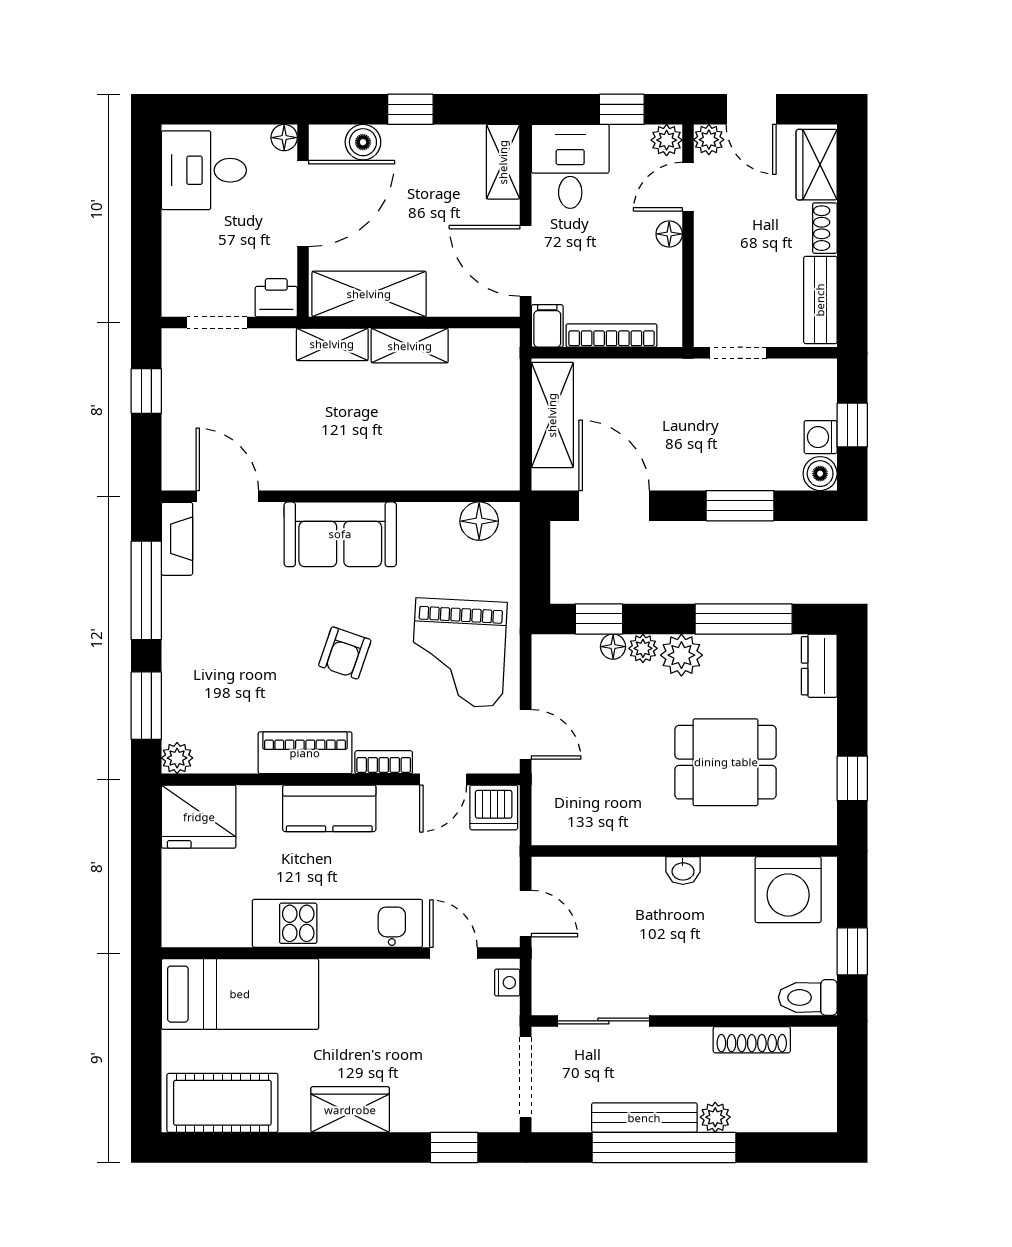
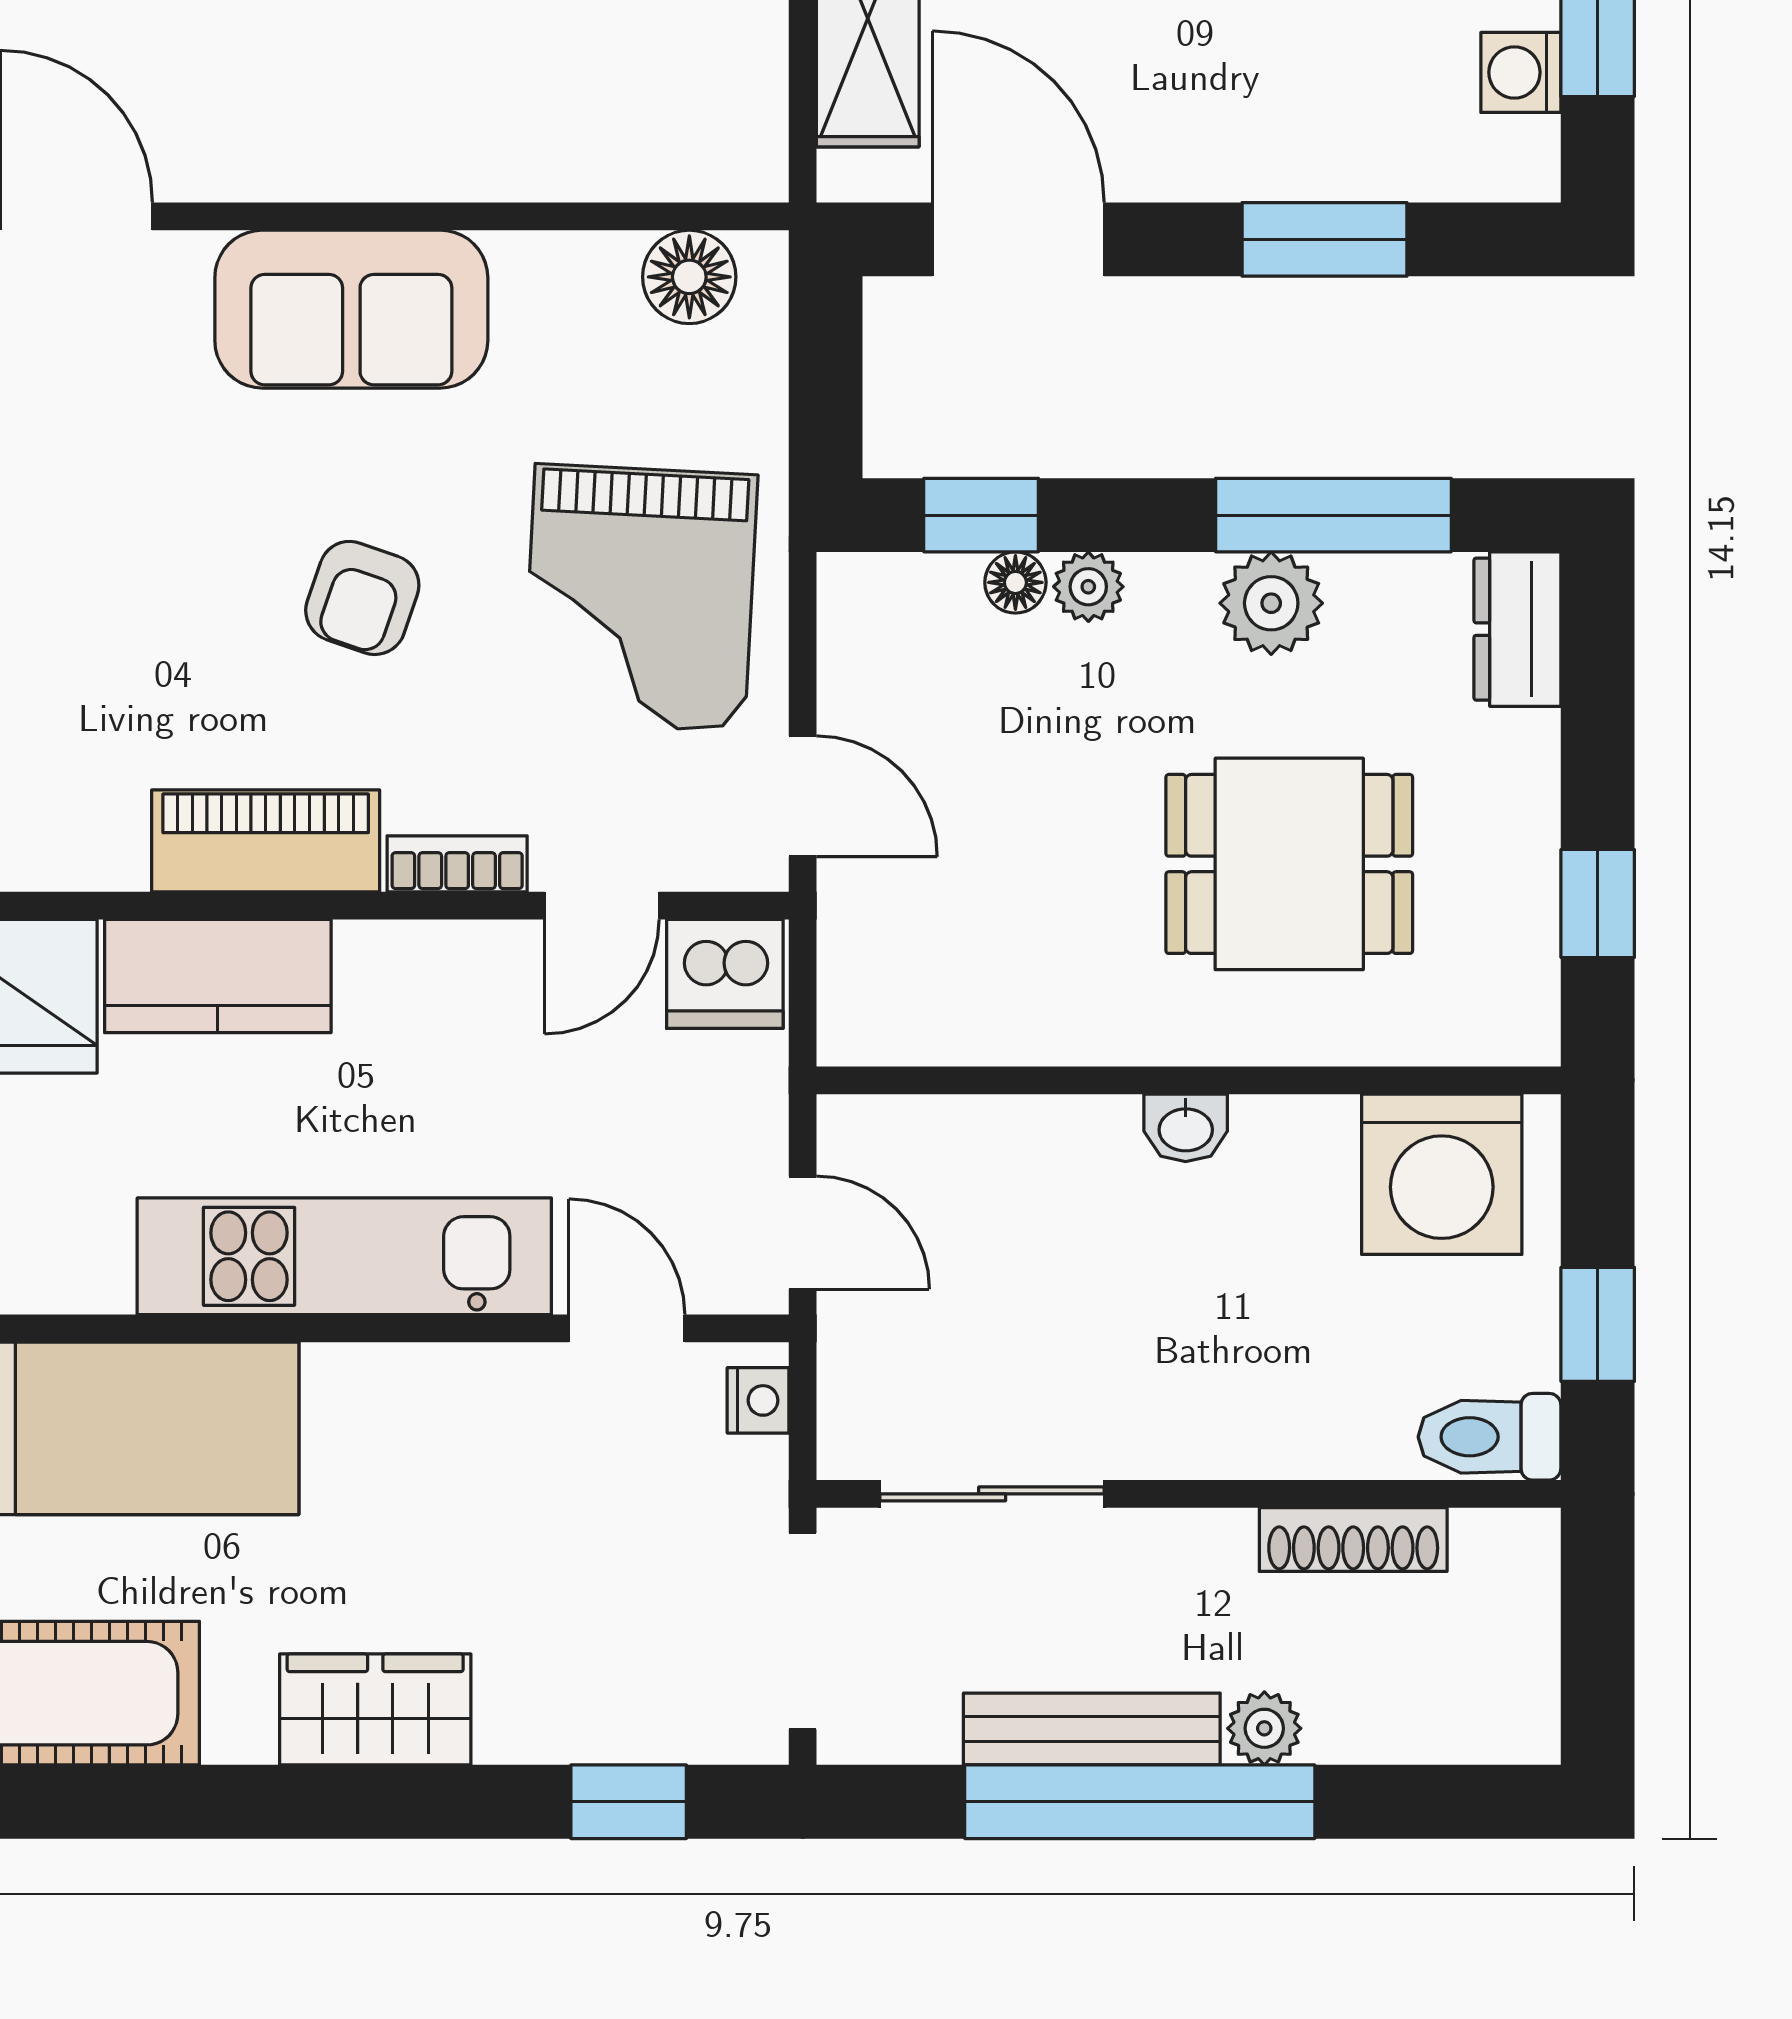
boiler: (820, 474) -> (1519, 161), removed
plant: (681, 655) -> (1271, 603), moved
kitchen counter: (329, 808) -> (218, 976), moved

